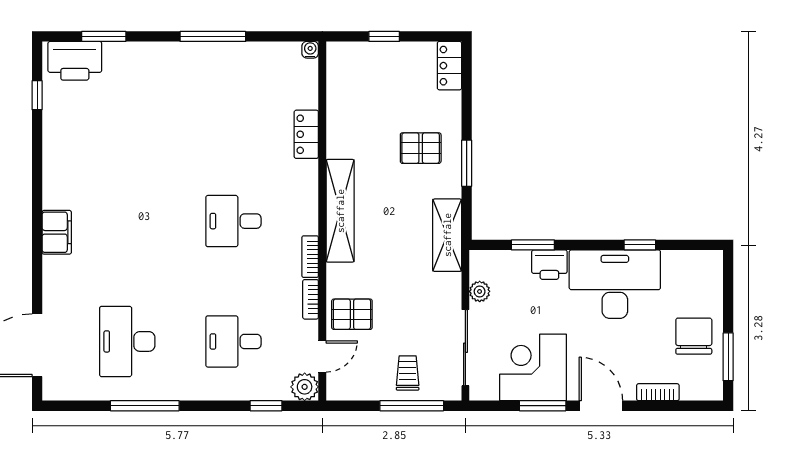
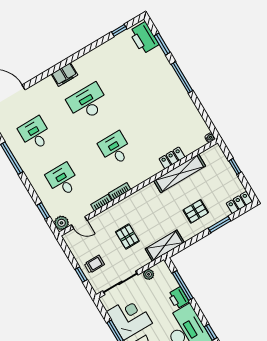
window: (213, 36) -> (182, 77), moved
pallet: (421, 148) -> (196, 211), turned 90
window: (467, 163) -> (219, 224), moved
shelving: (340, 211) -> (180, 173), moved
desk: (127, 221) -> (88, 102), added
window: (533, 245) -> (183, 286), width x1.44
pallet: (352, 314) -> (127, 237), moved
desk: (127, 341) -> (35, 134), width x0.73
window: (412, 406) -> (81, 275), width x0.46

